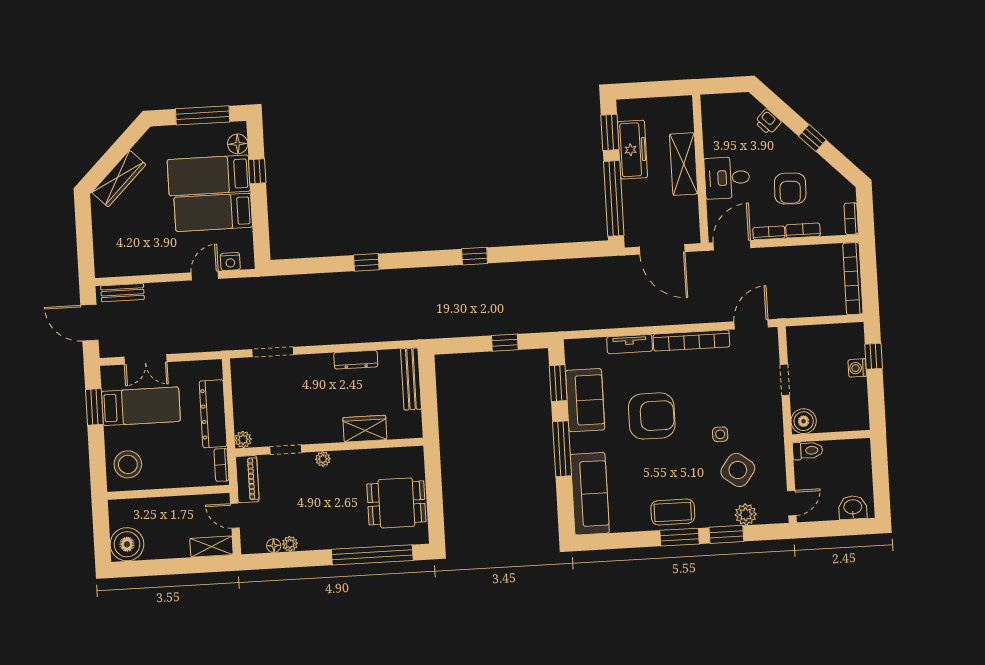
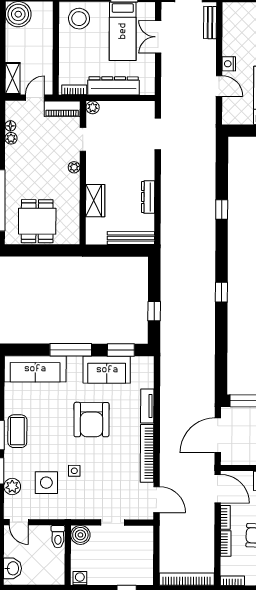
nightstand: (230, 262) -> (229, 64), moved
washing machine: (857, 368) -> (80, 578), moved
side table: (738, 470) -> (46, 483), turned -37

